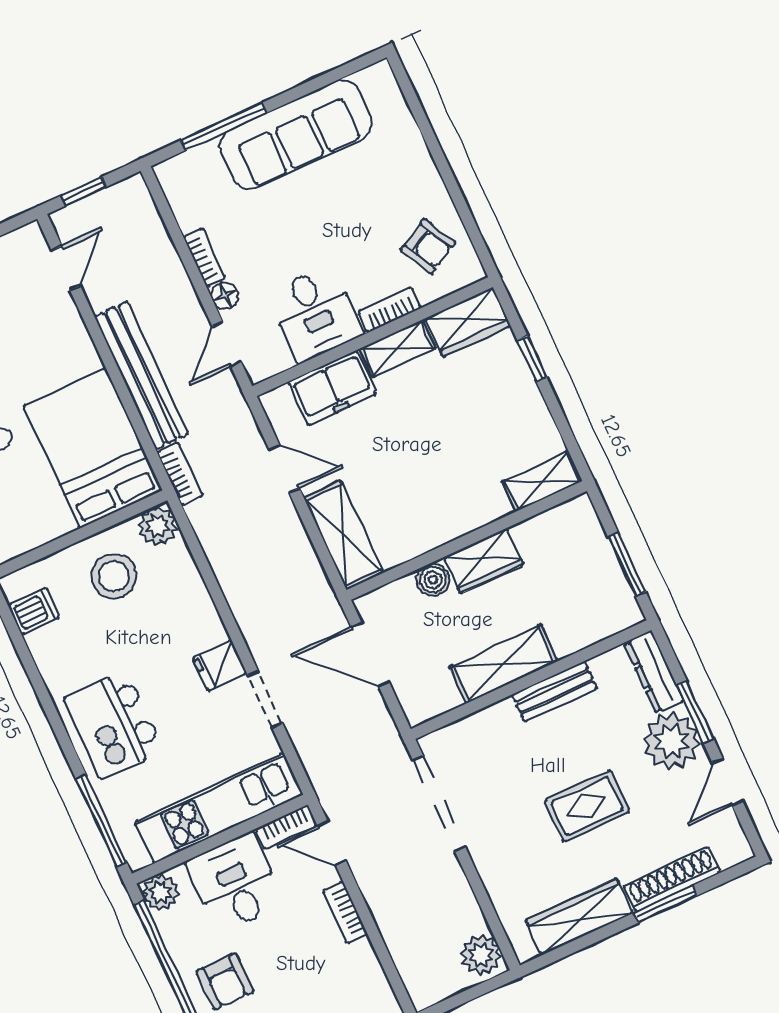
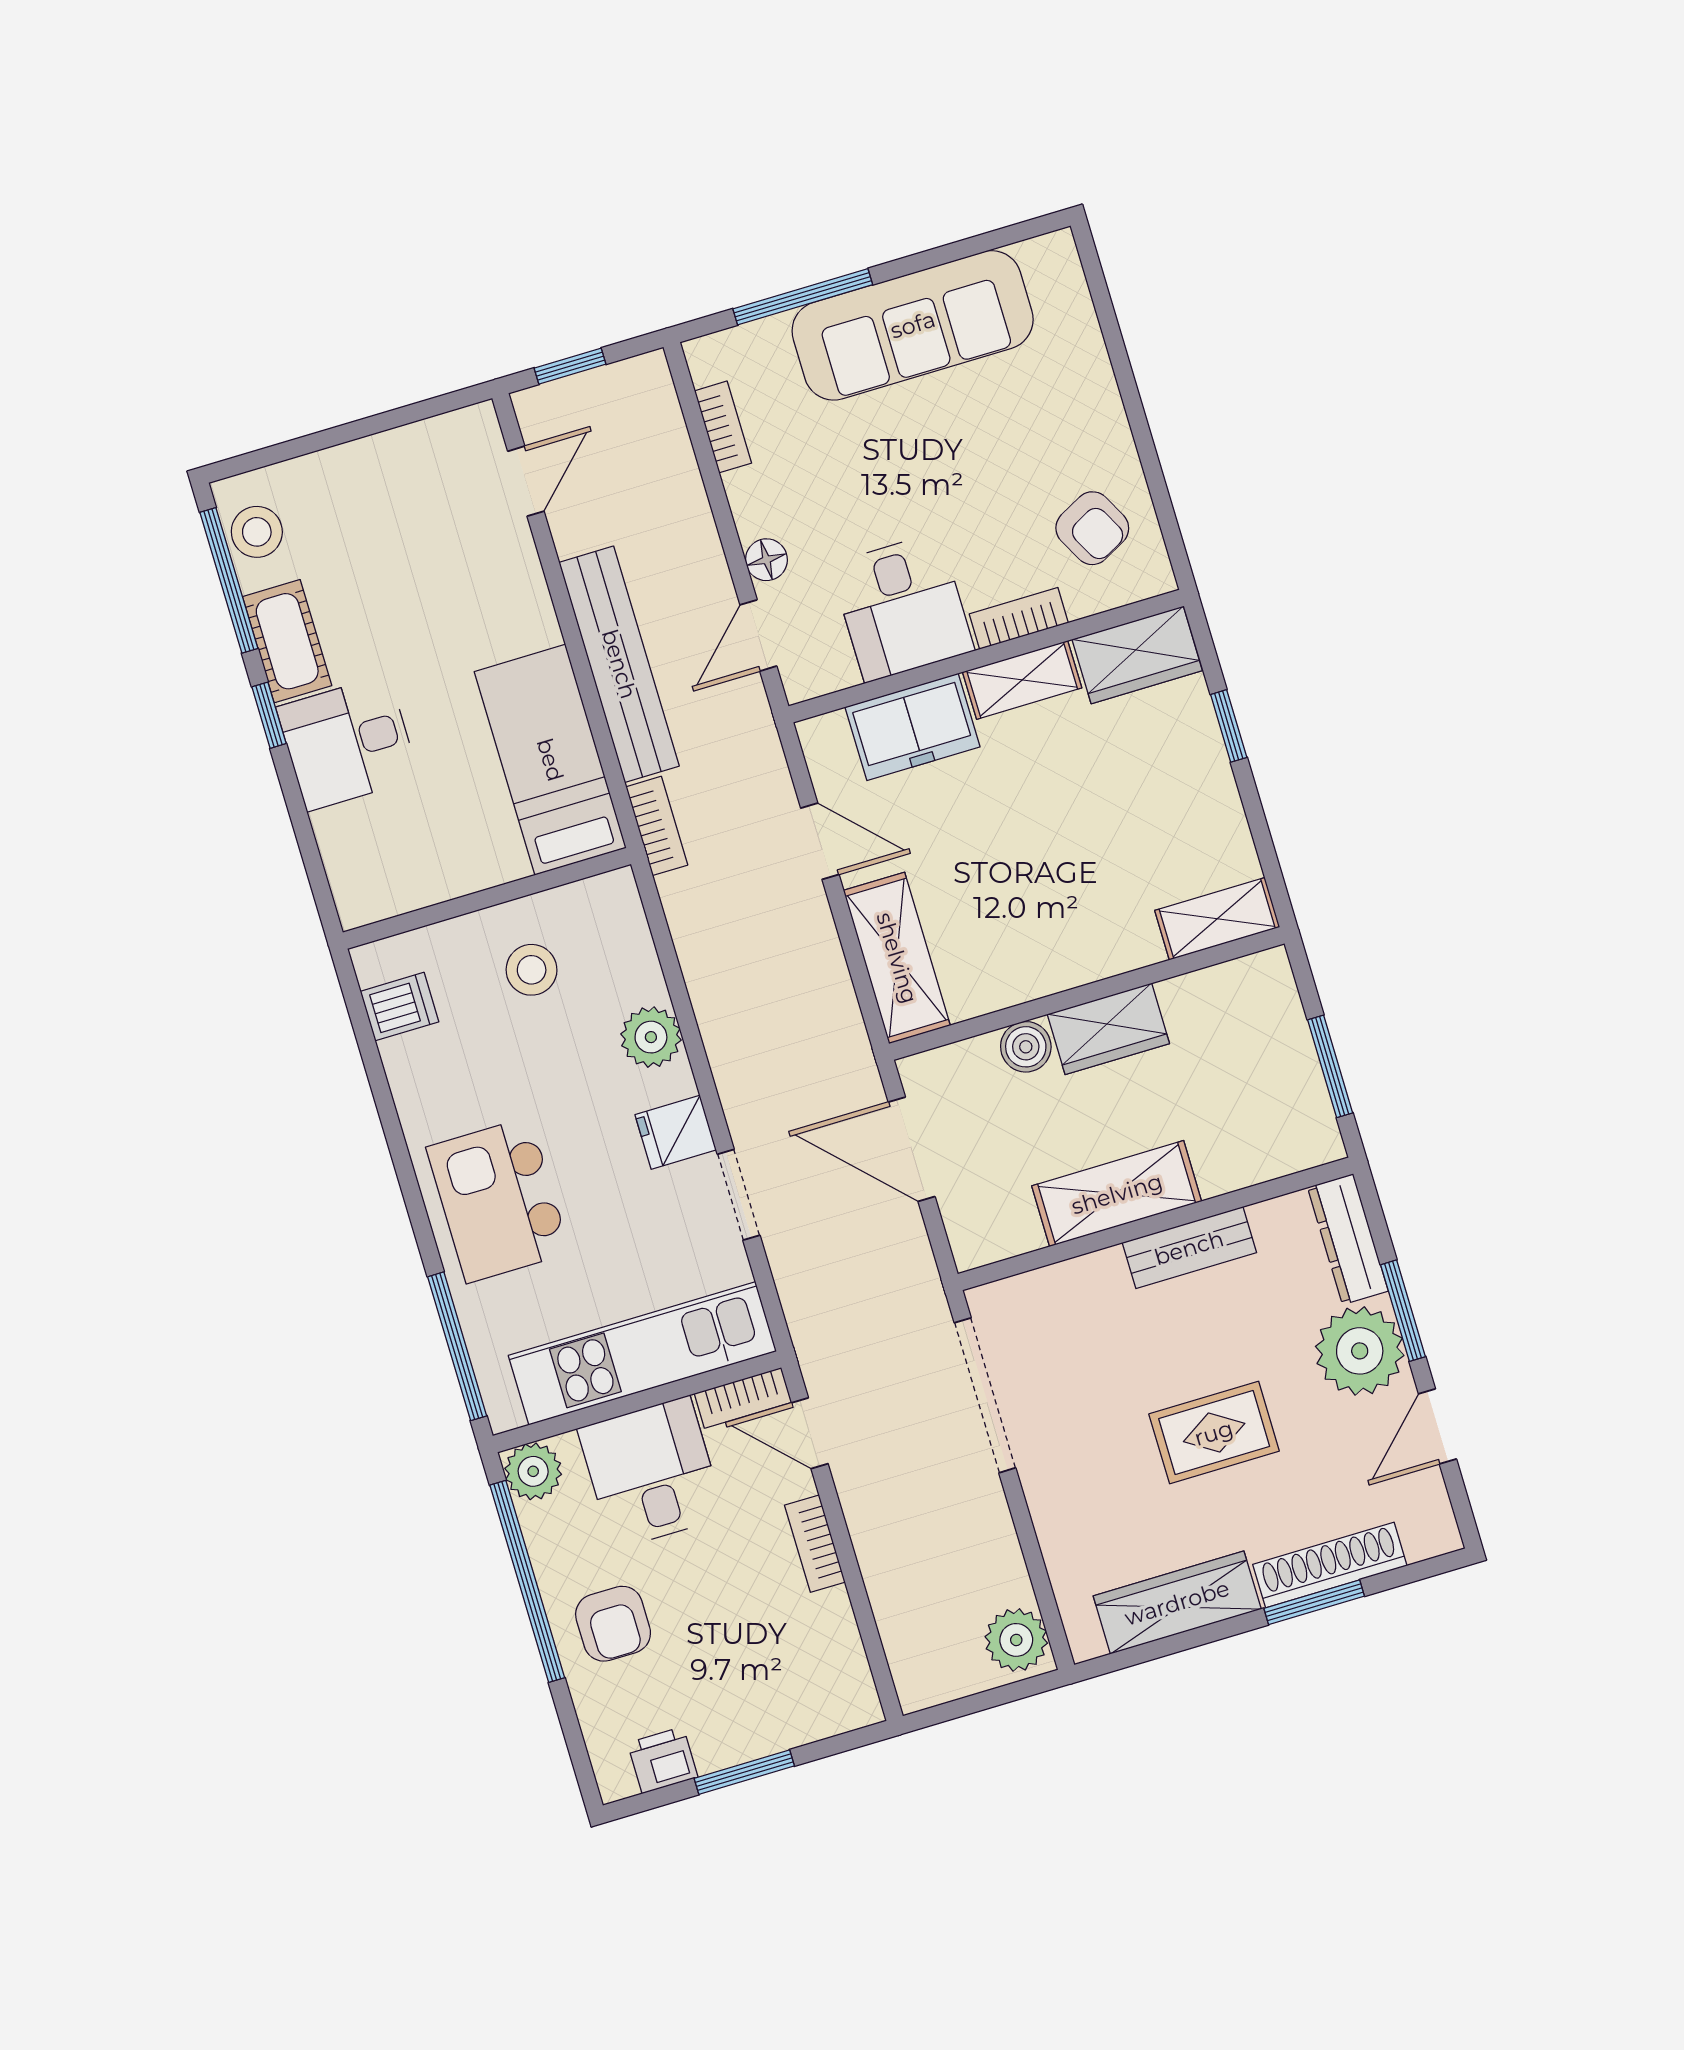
bookcase: (204, 257) -> (723, 427), moved
bed: (93, 448) -> (550, 760), width x0.67
plant: (158, 526) -> (651, 1037), moved
stool: (114, 576) -> (532, 970), width x0.73, depth x0.73

